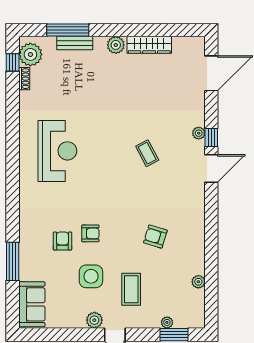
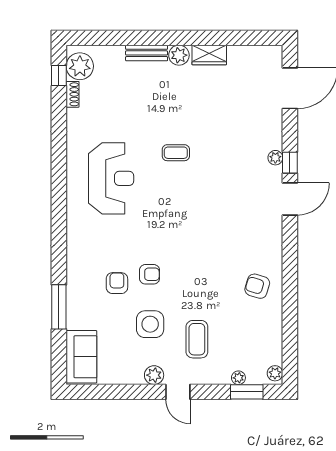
window: (68, 30) -> (123, 38), removed
bench: (75, 43) -> (147, 53), moved
wardrobe: (149, 45) -> (209, 55), width x0.67
coffee table: (147, 153) -> (176, 153), moved, turned -62
armchair: (155, 237) -> (257, 286), moved
plant: (198, 282) -> (275, 373), moved

